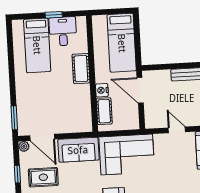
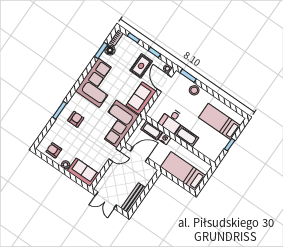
desk: (63, 31) -> (172, 120), moved, turned 90
door: (140, 90) -> (139, 155), moved
stool: (25, 99) -> (194, 90), added
door: (177, 130) -> (114, 155), moved
door: (42, 137) -> (164, 83), hinge flipped

